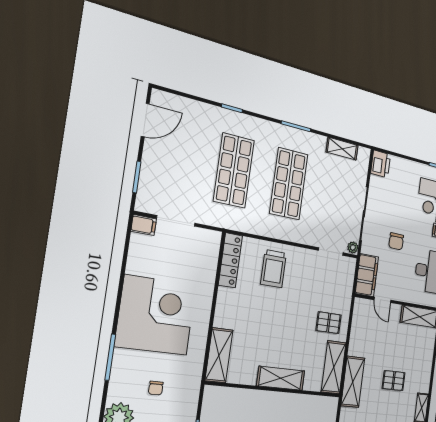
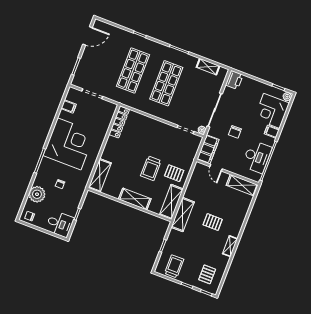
filing cabinet: (144, 225) -> (69, 106), moved
trolley: (273, 269) -> (151, 168), moved

